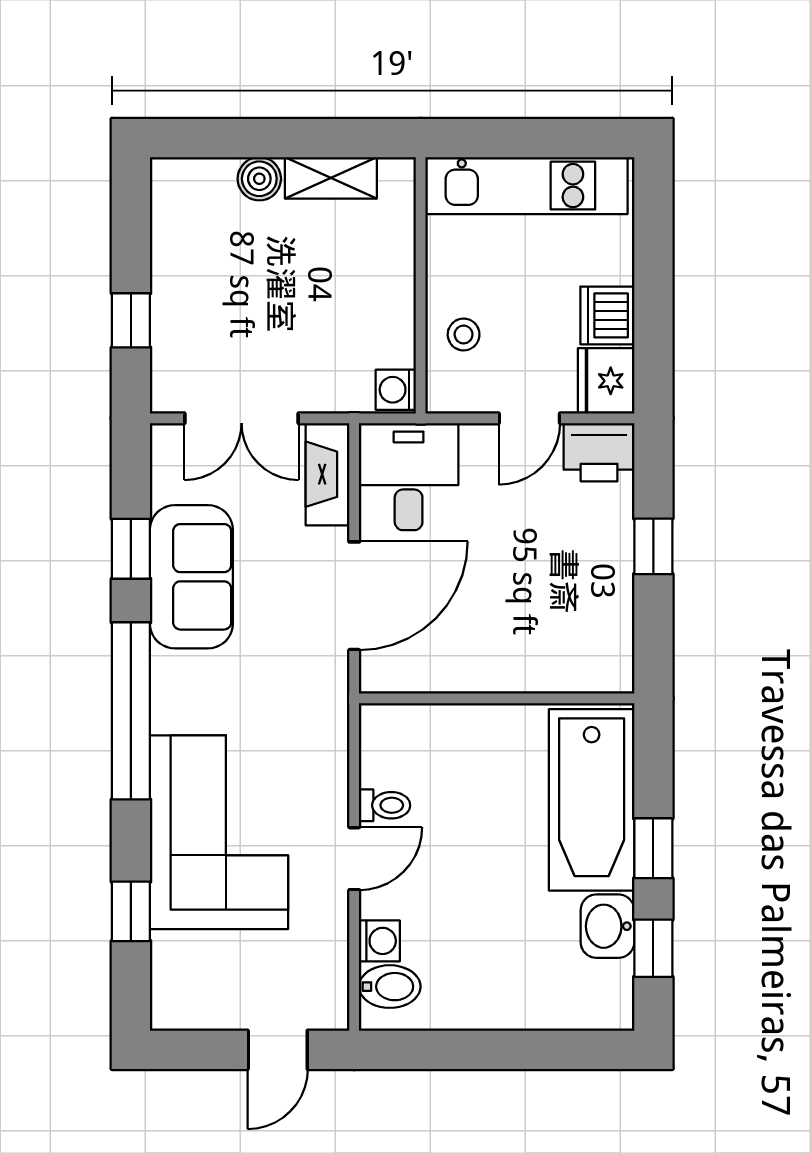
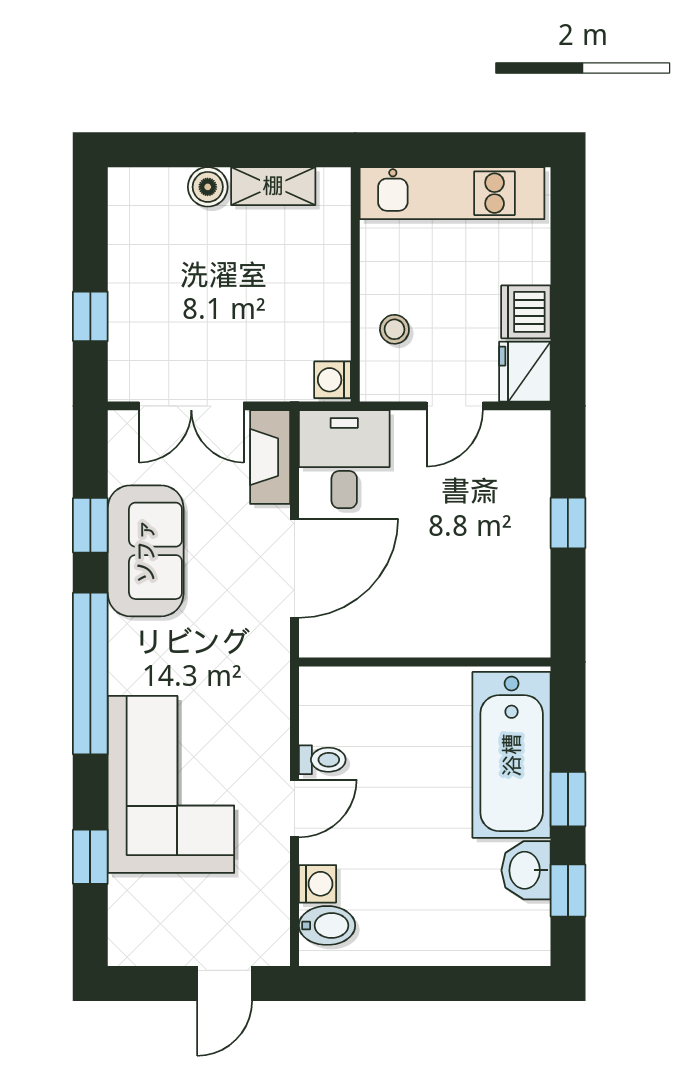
printer: (599, 452) -> (518, 437), removed

